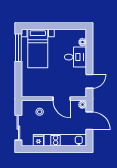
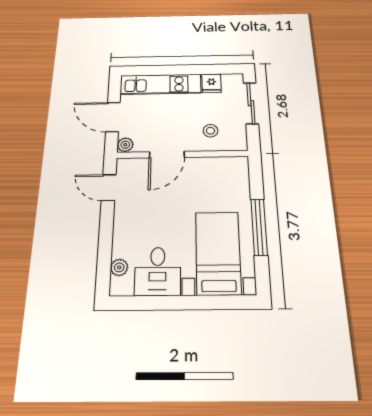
window: (18, 48) -> (259, 227), moved
desk: (75, 57) -> (158, 271), moved, turned -90
door: (89, 81) -> (109, 188), hinge flipped
door: (62, 99) -> (167, 155), swing flipped

